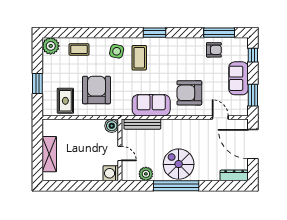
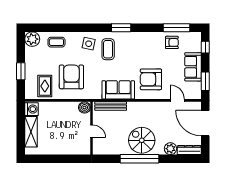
washing machine: (111, 173) -> (31, 109), moved, turned 180
plant: (146, 174) -> (170, 149), moved

